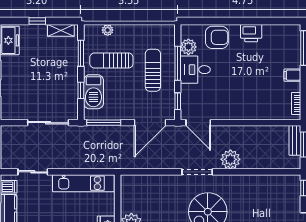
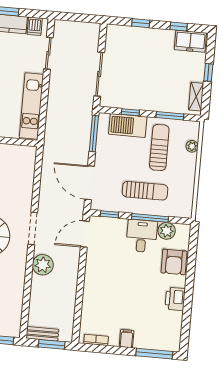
bench: (295, 140) -> (42, 334), moved

